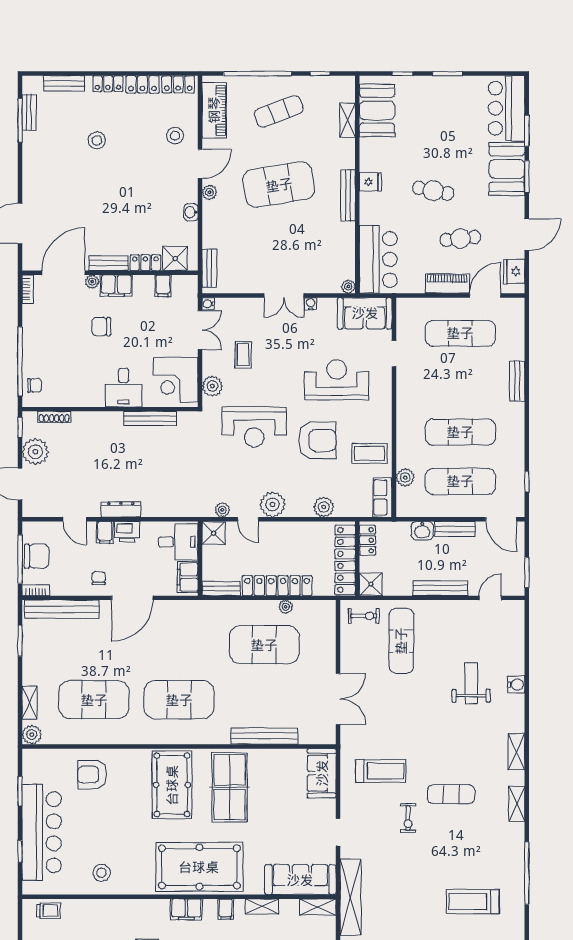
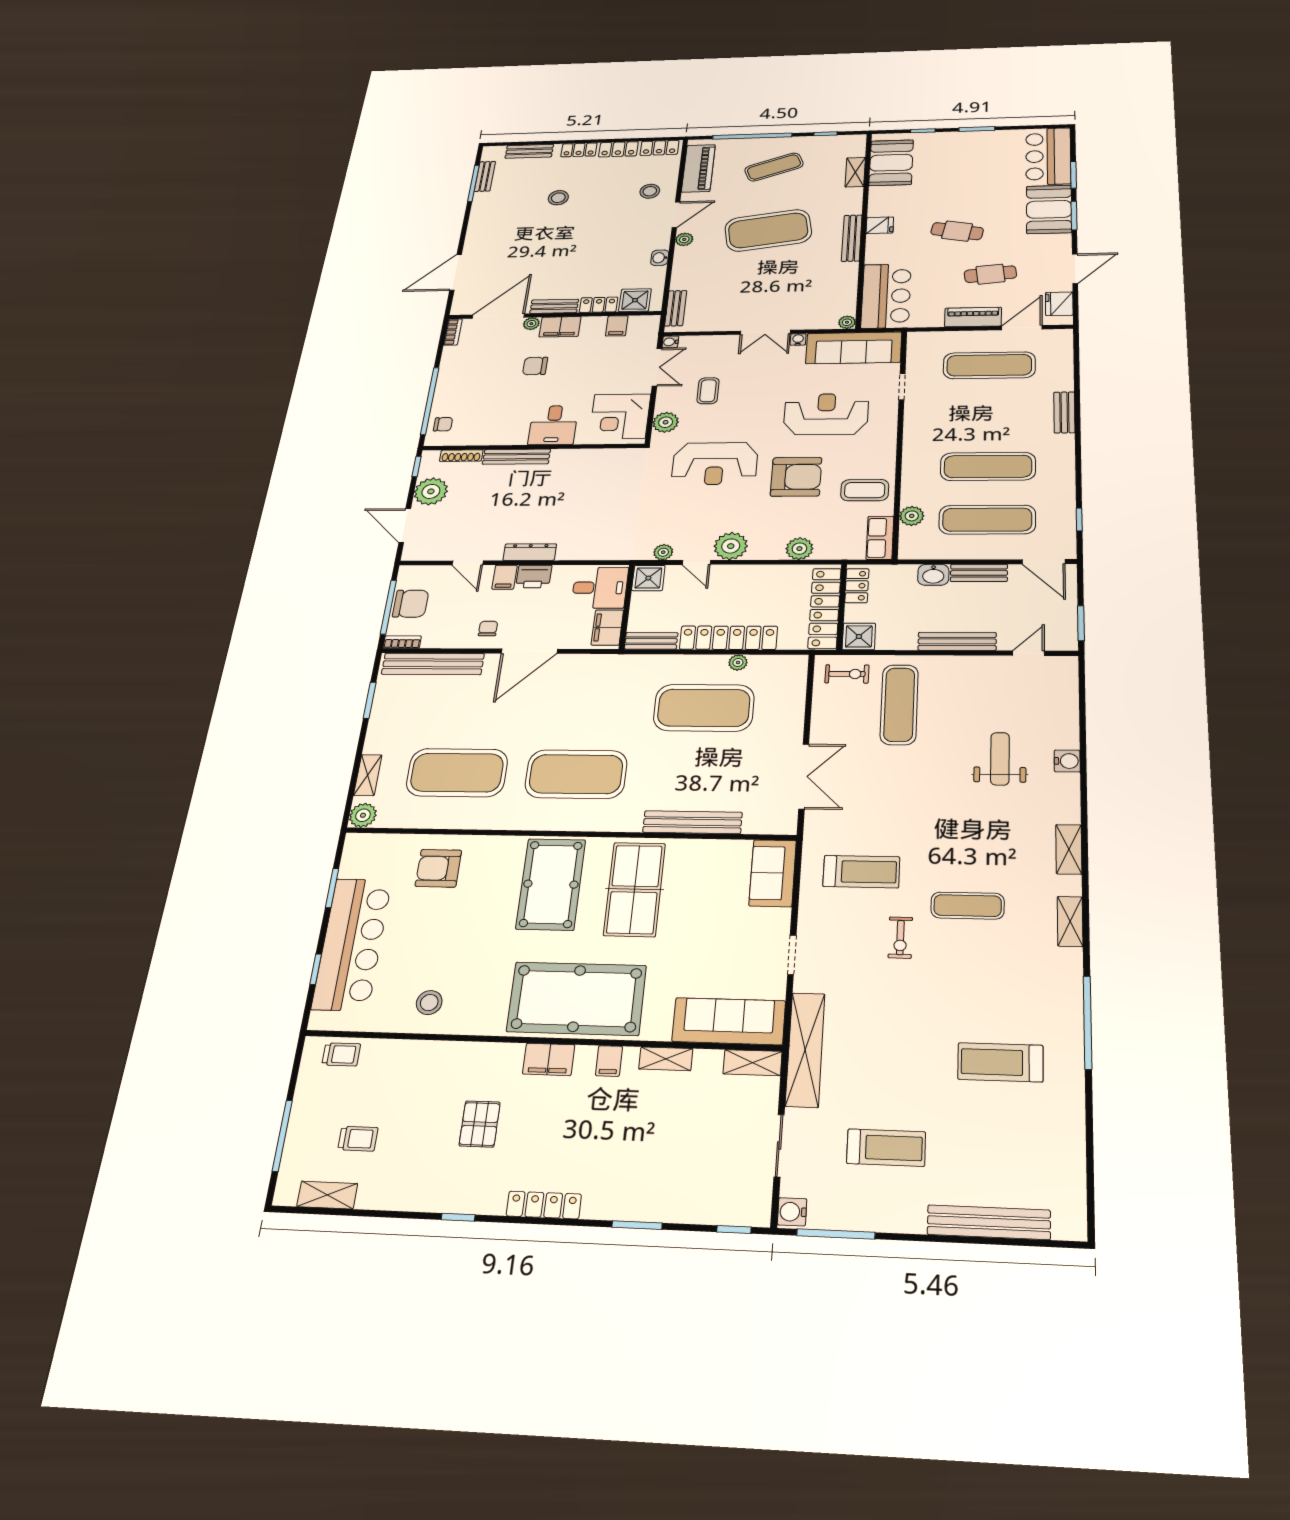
sofa: (365, 313) -> (854, 348), width x1.36
bench: (150, 419) -> (516, 457), moved

